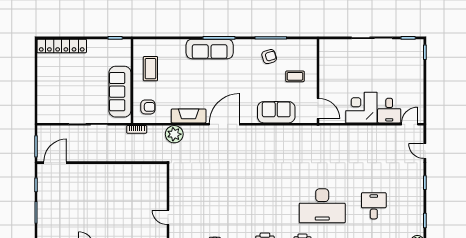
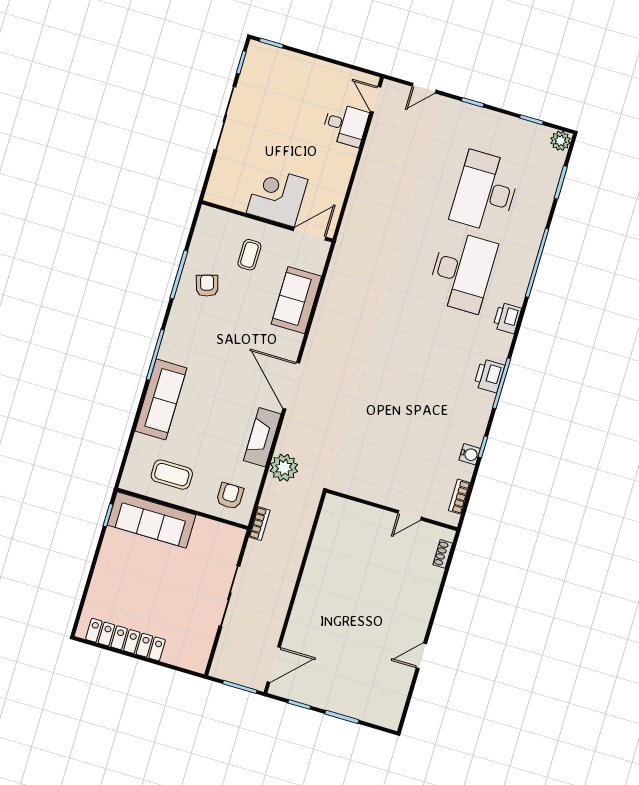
locker: (62, 46) -> (125, 640), moved, turned -90
sofa: (210, 49) -> (161, 399), moved
sofa: (120, 92) -> (152, 520), moved
corner desk: (361, 108) -> (277, 196), moved, turned 90
door: (55, 163) -> (274, 665), swing flipped
desk: (374, 206) -> (485, 192), width x1.87, depth x1.30

